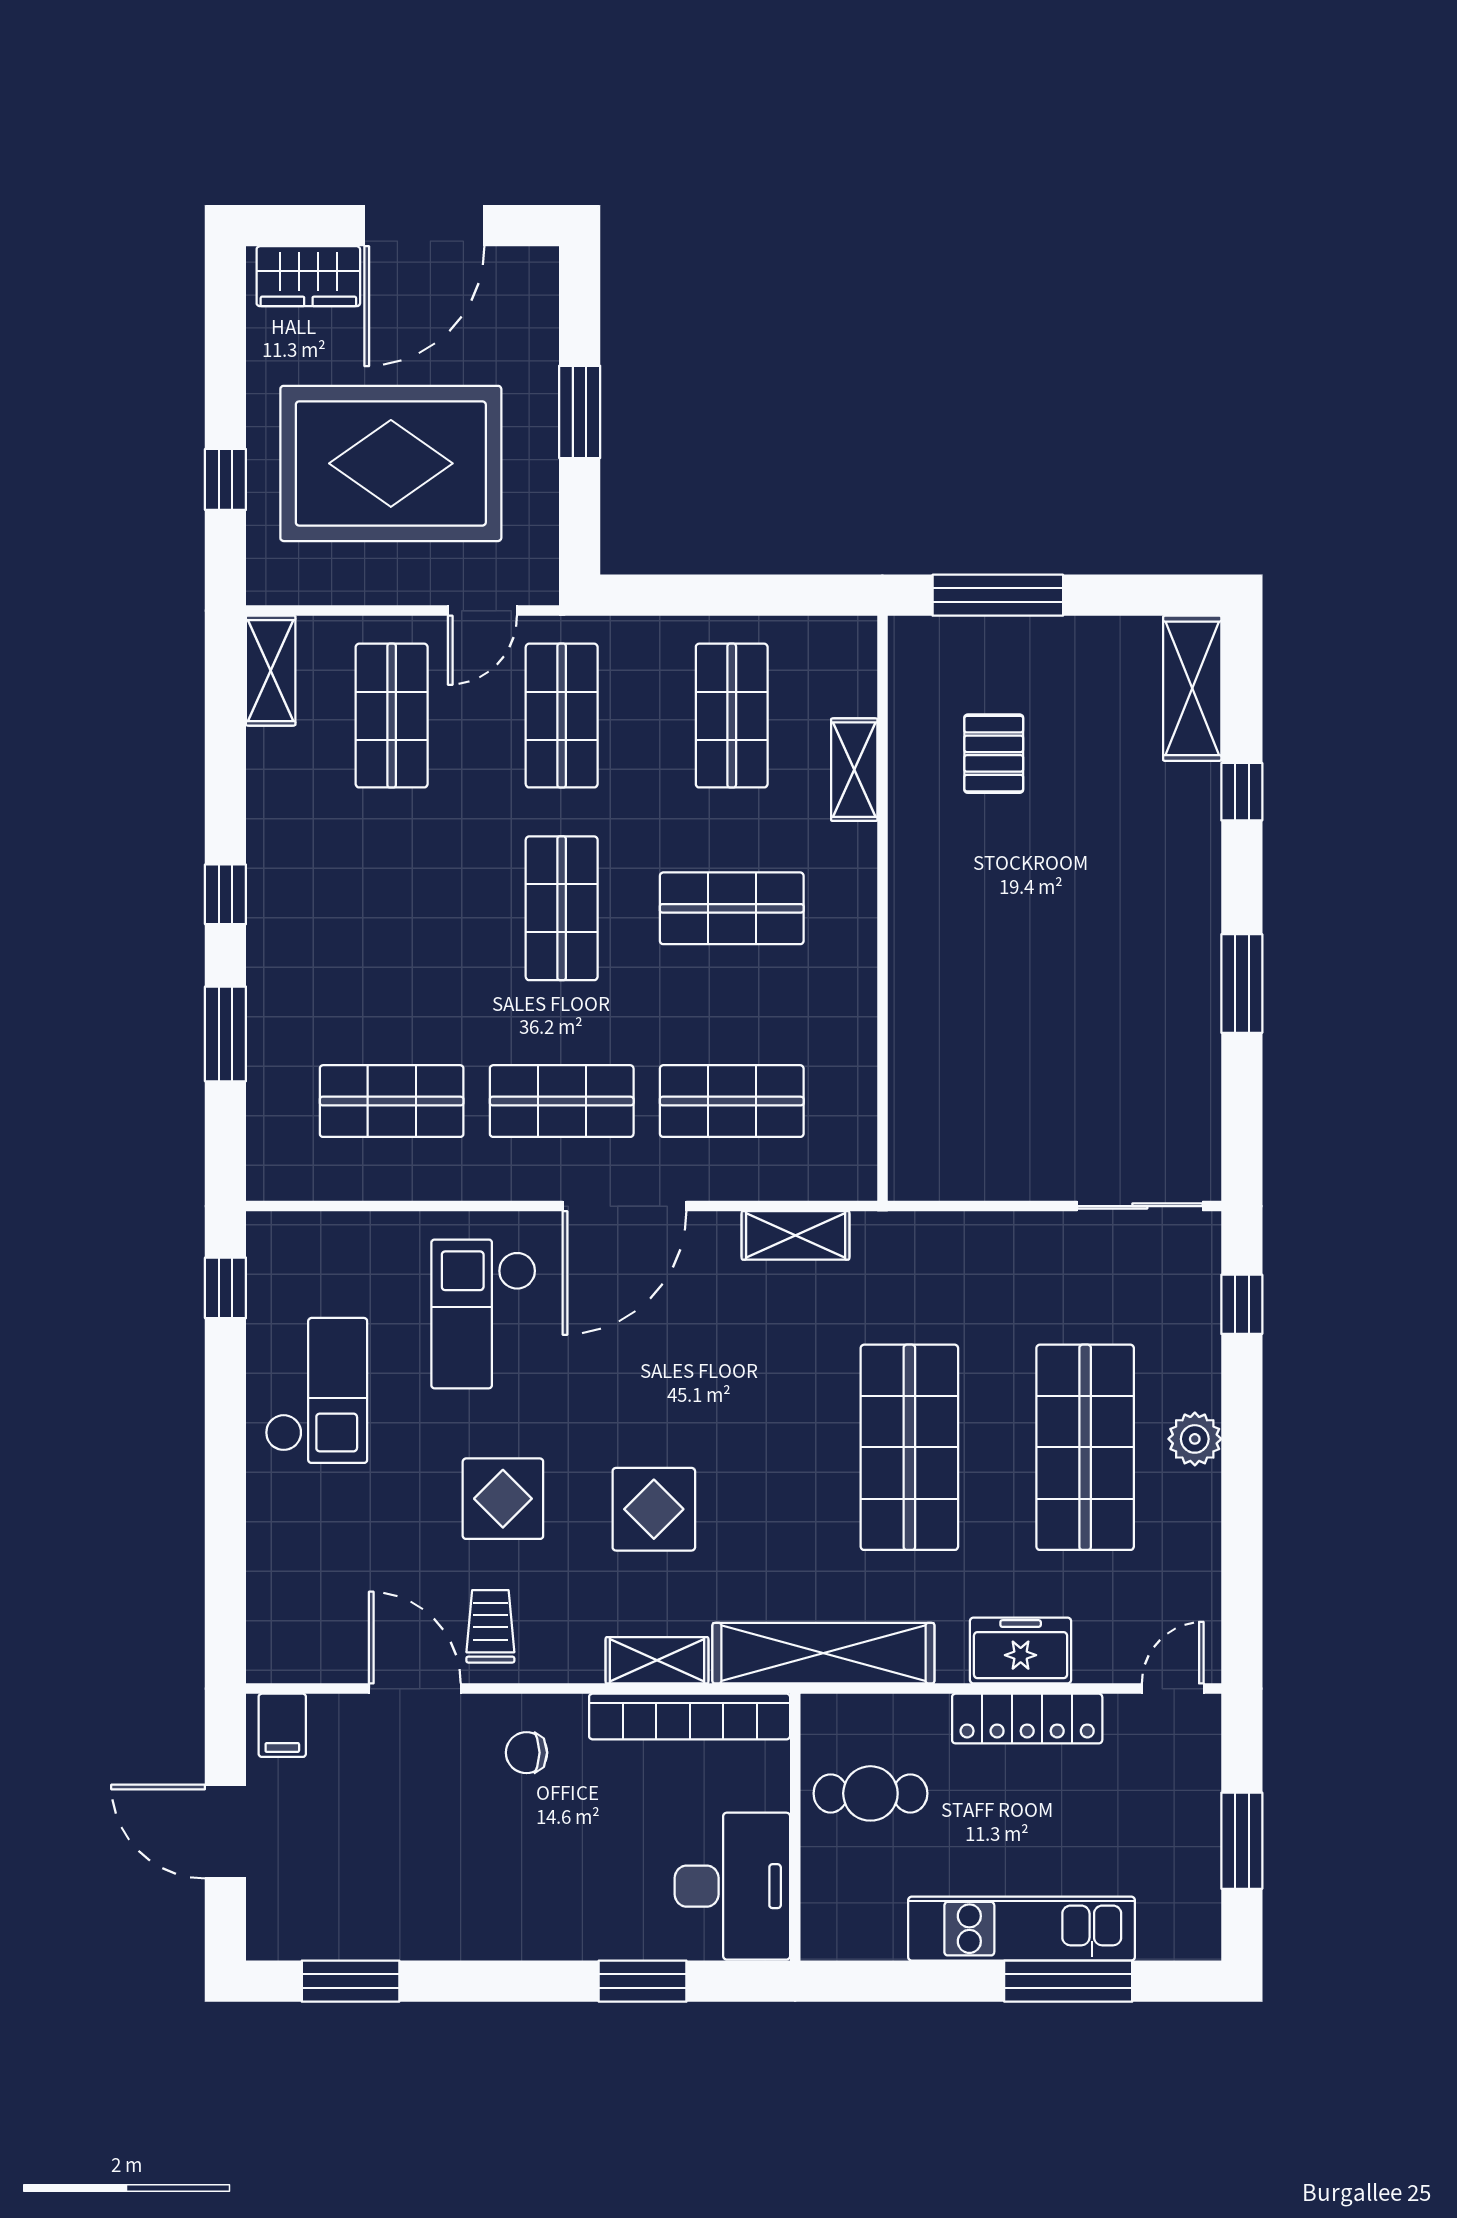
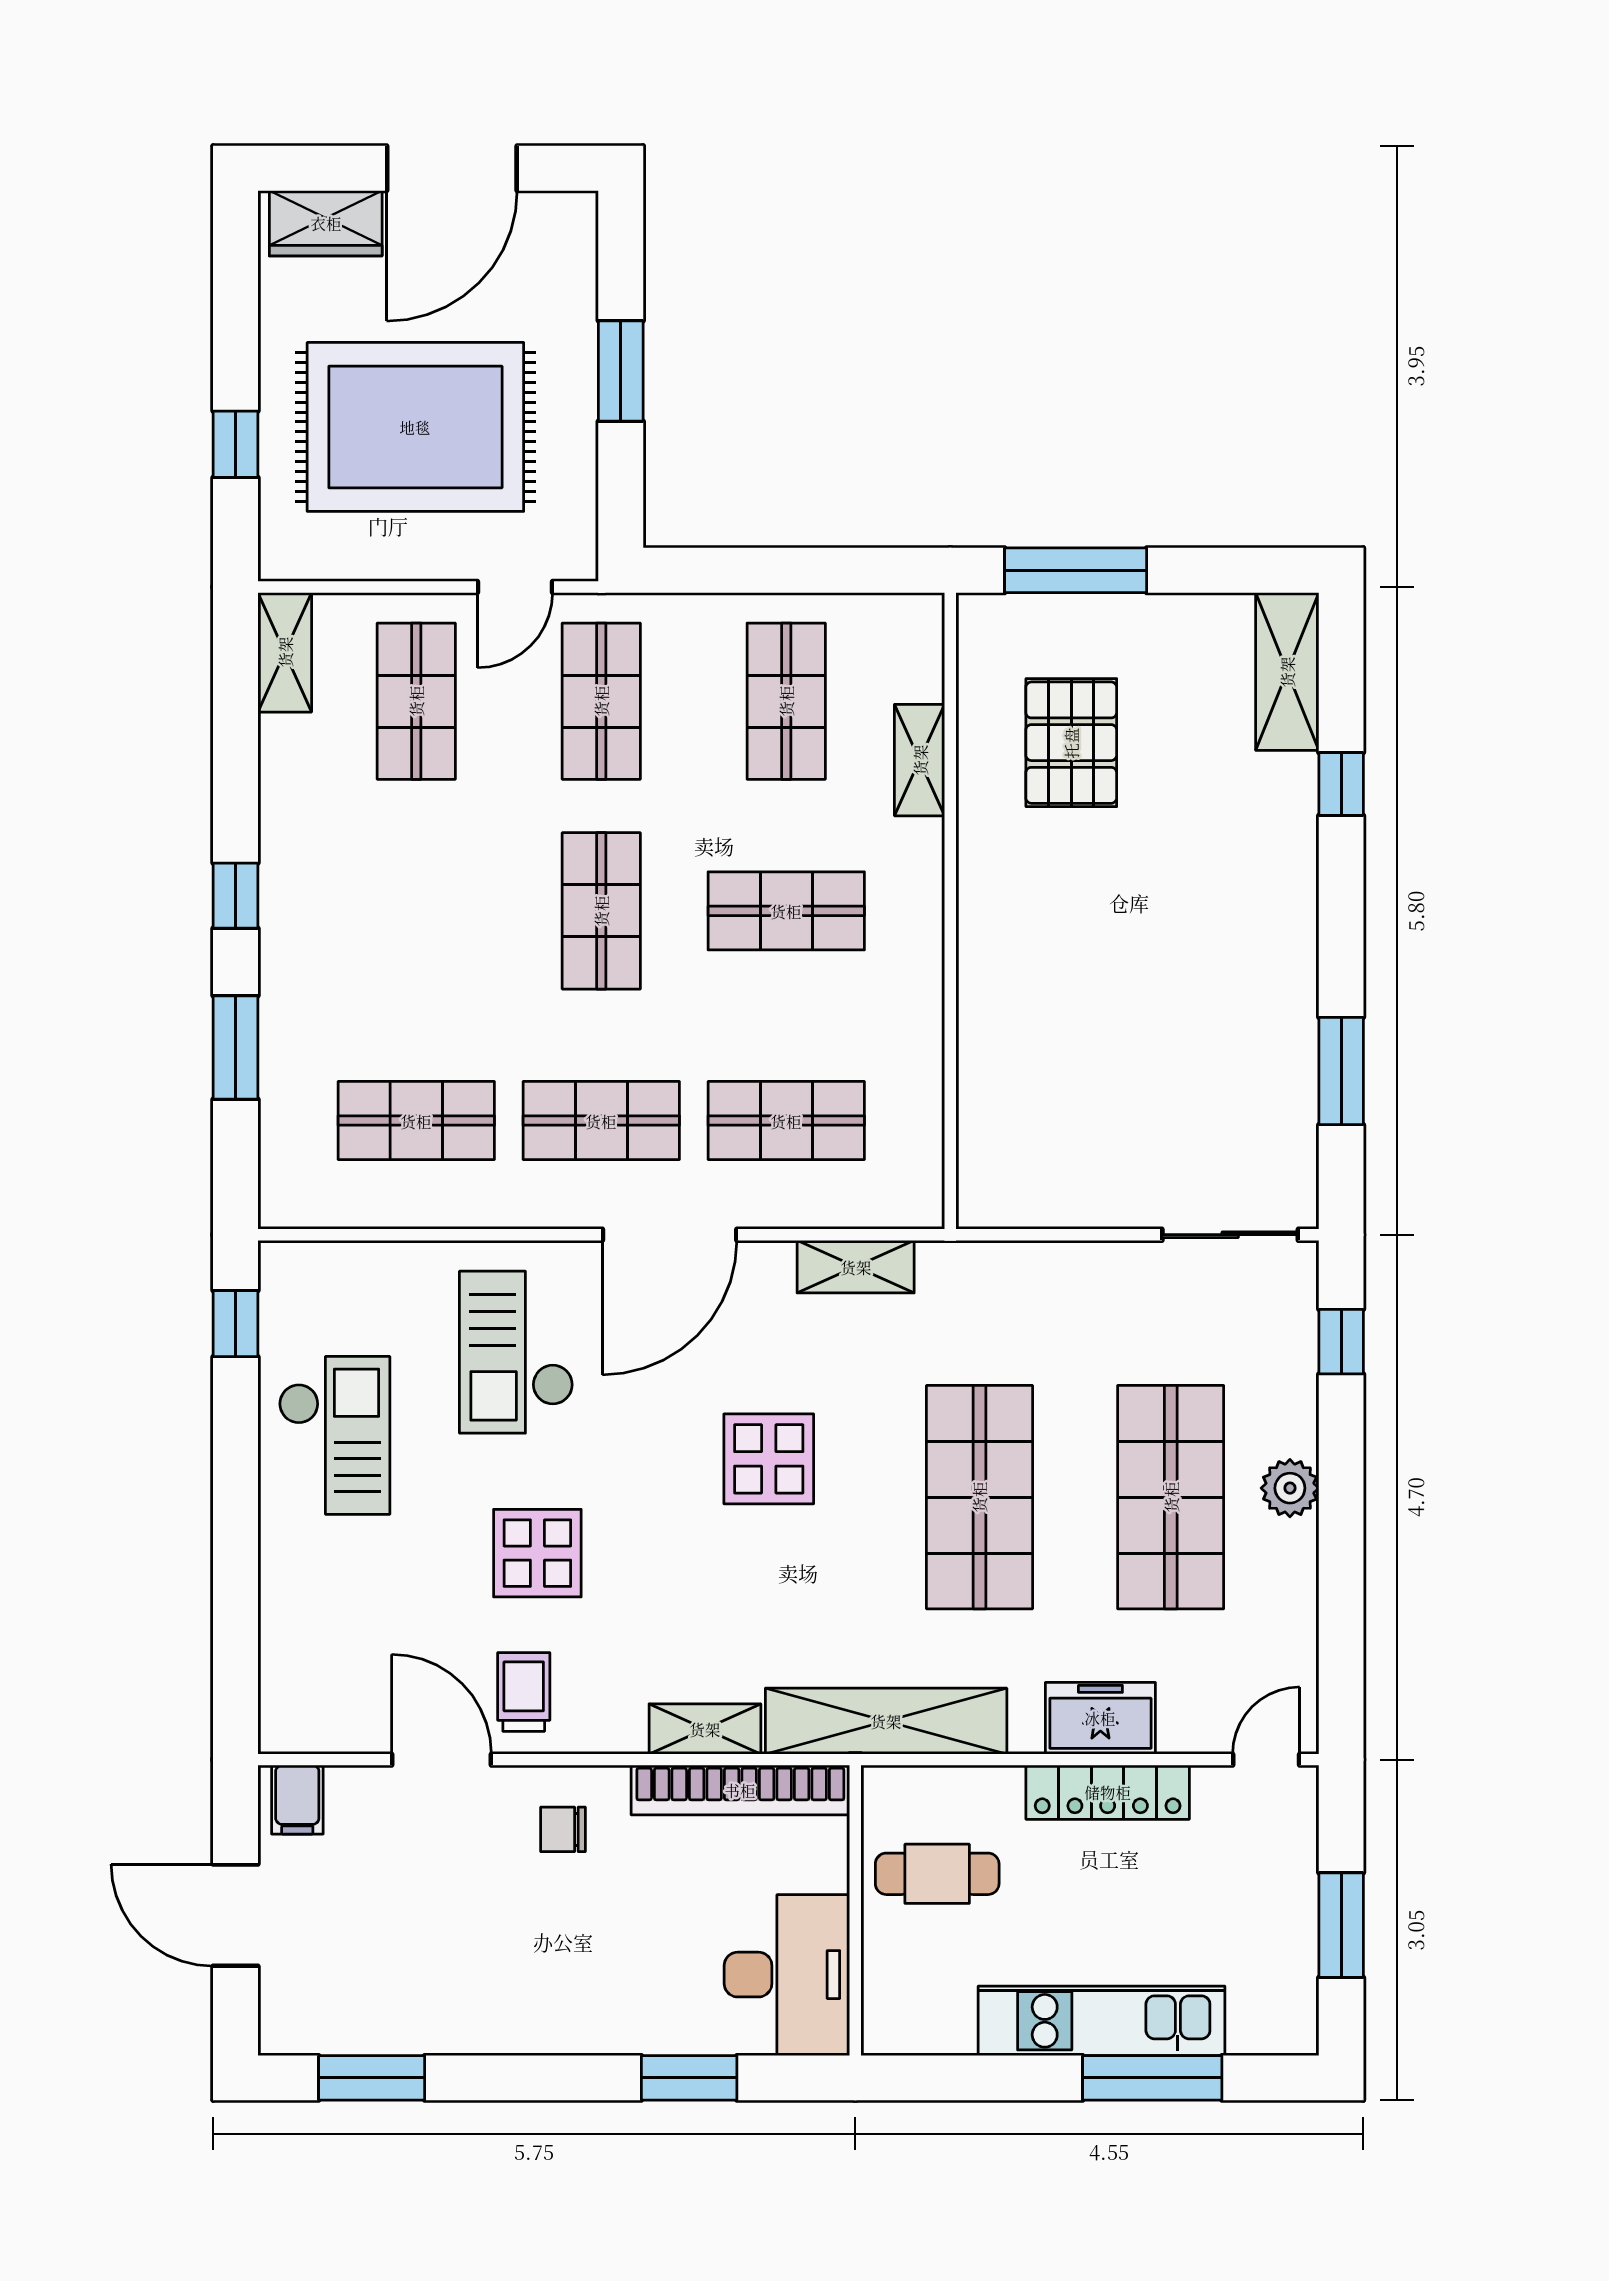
pallet: (994, 754) -> (1071, 743), width x1.50, depth x1.42
window: (1242, 984) -> (1341, 1071), moved
display table: (654, 1509) -> (769, 1459), moved

